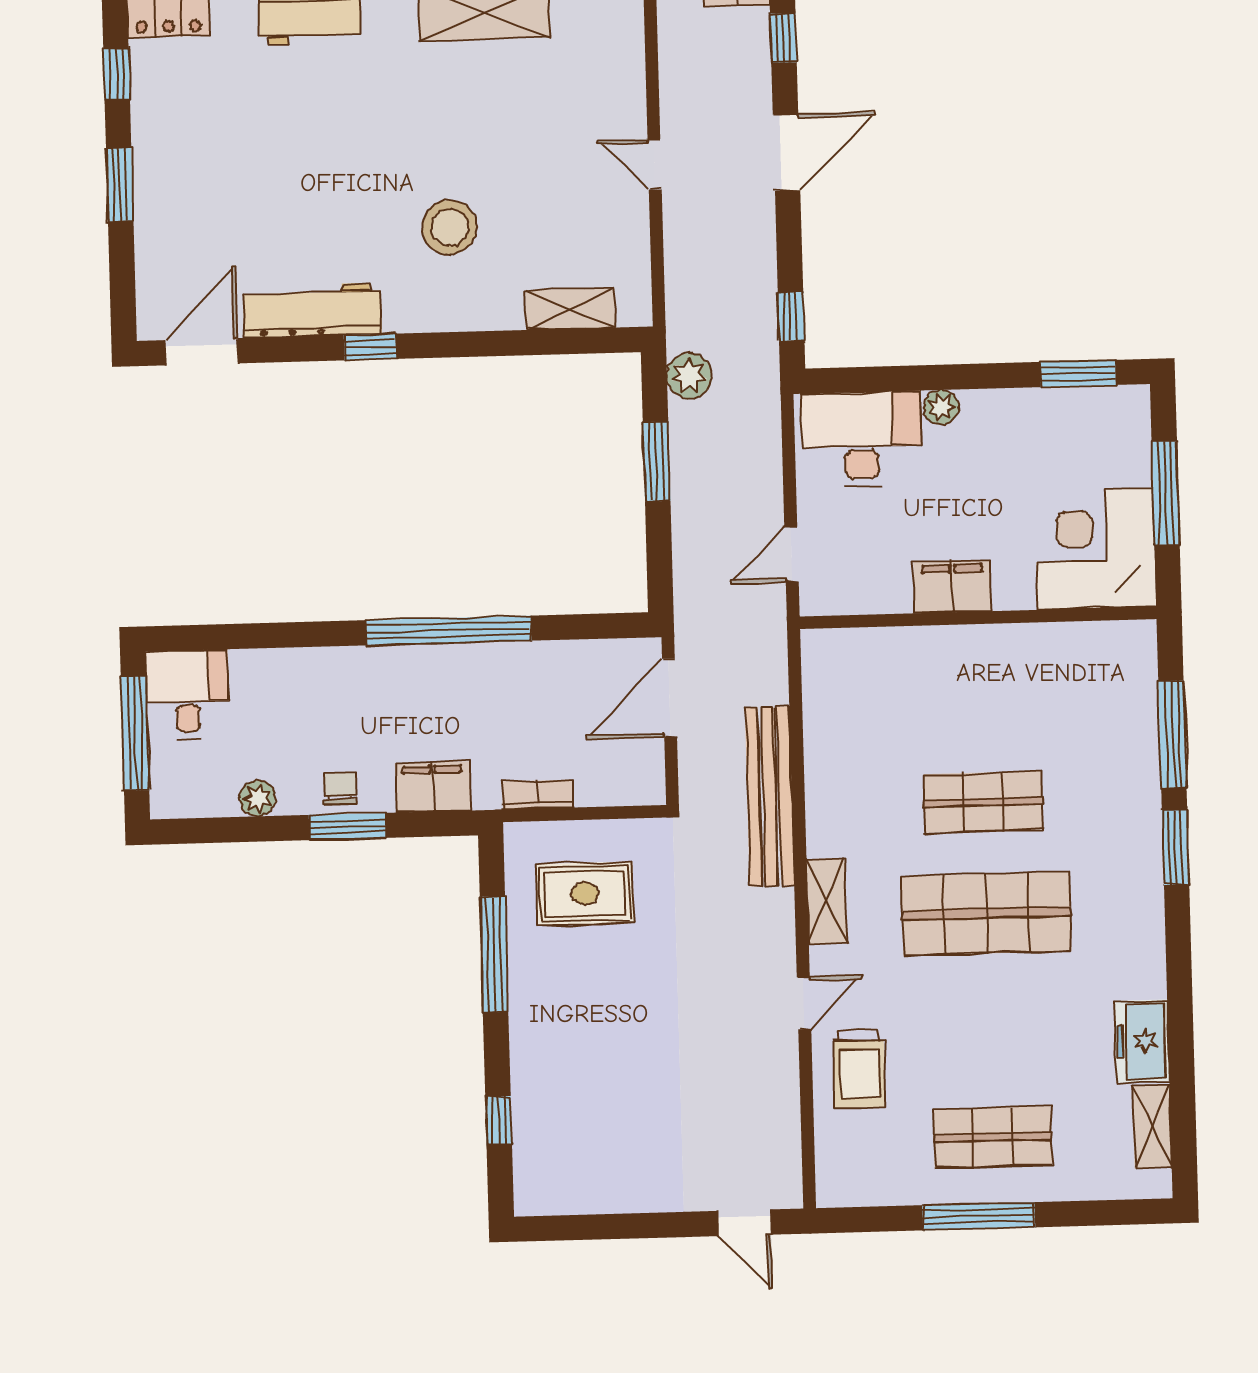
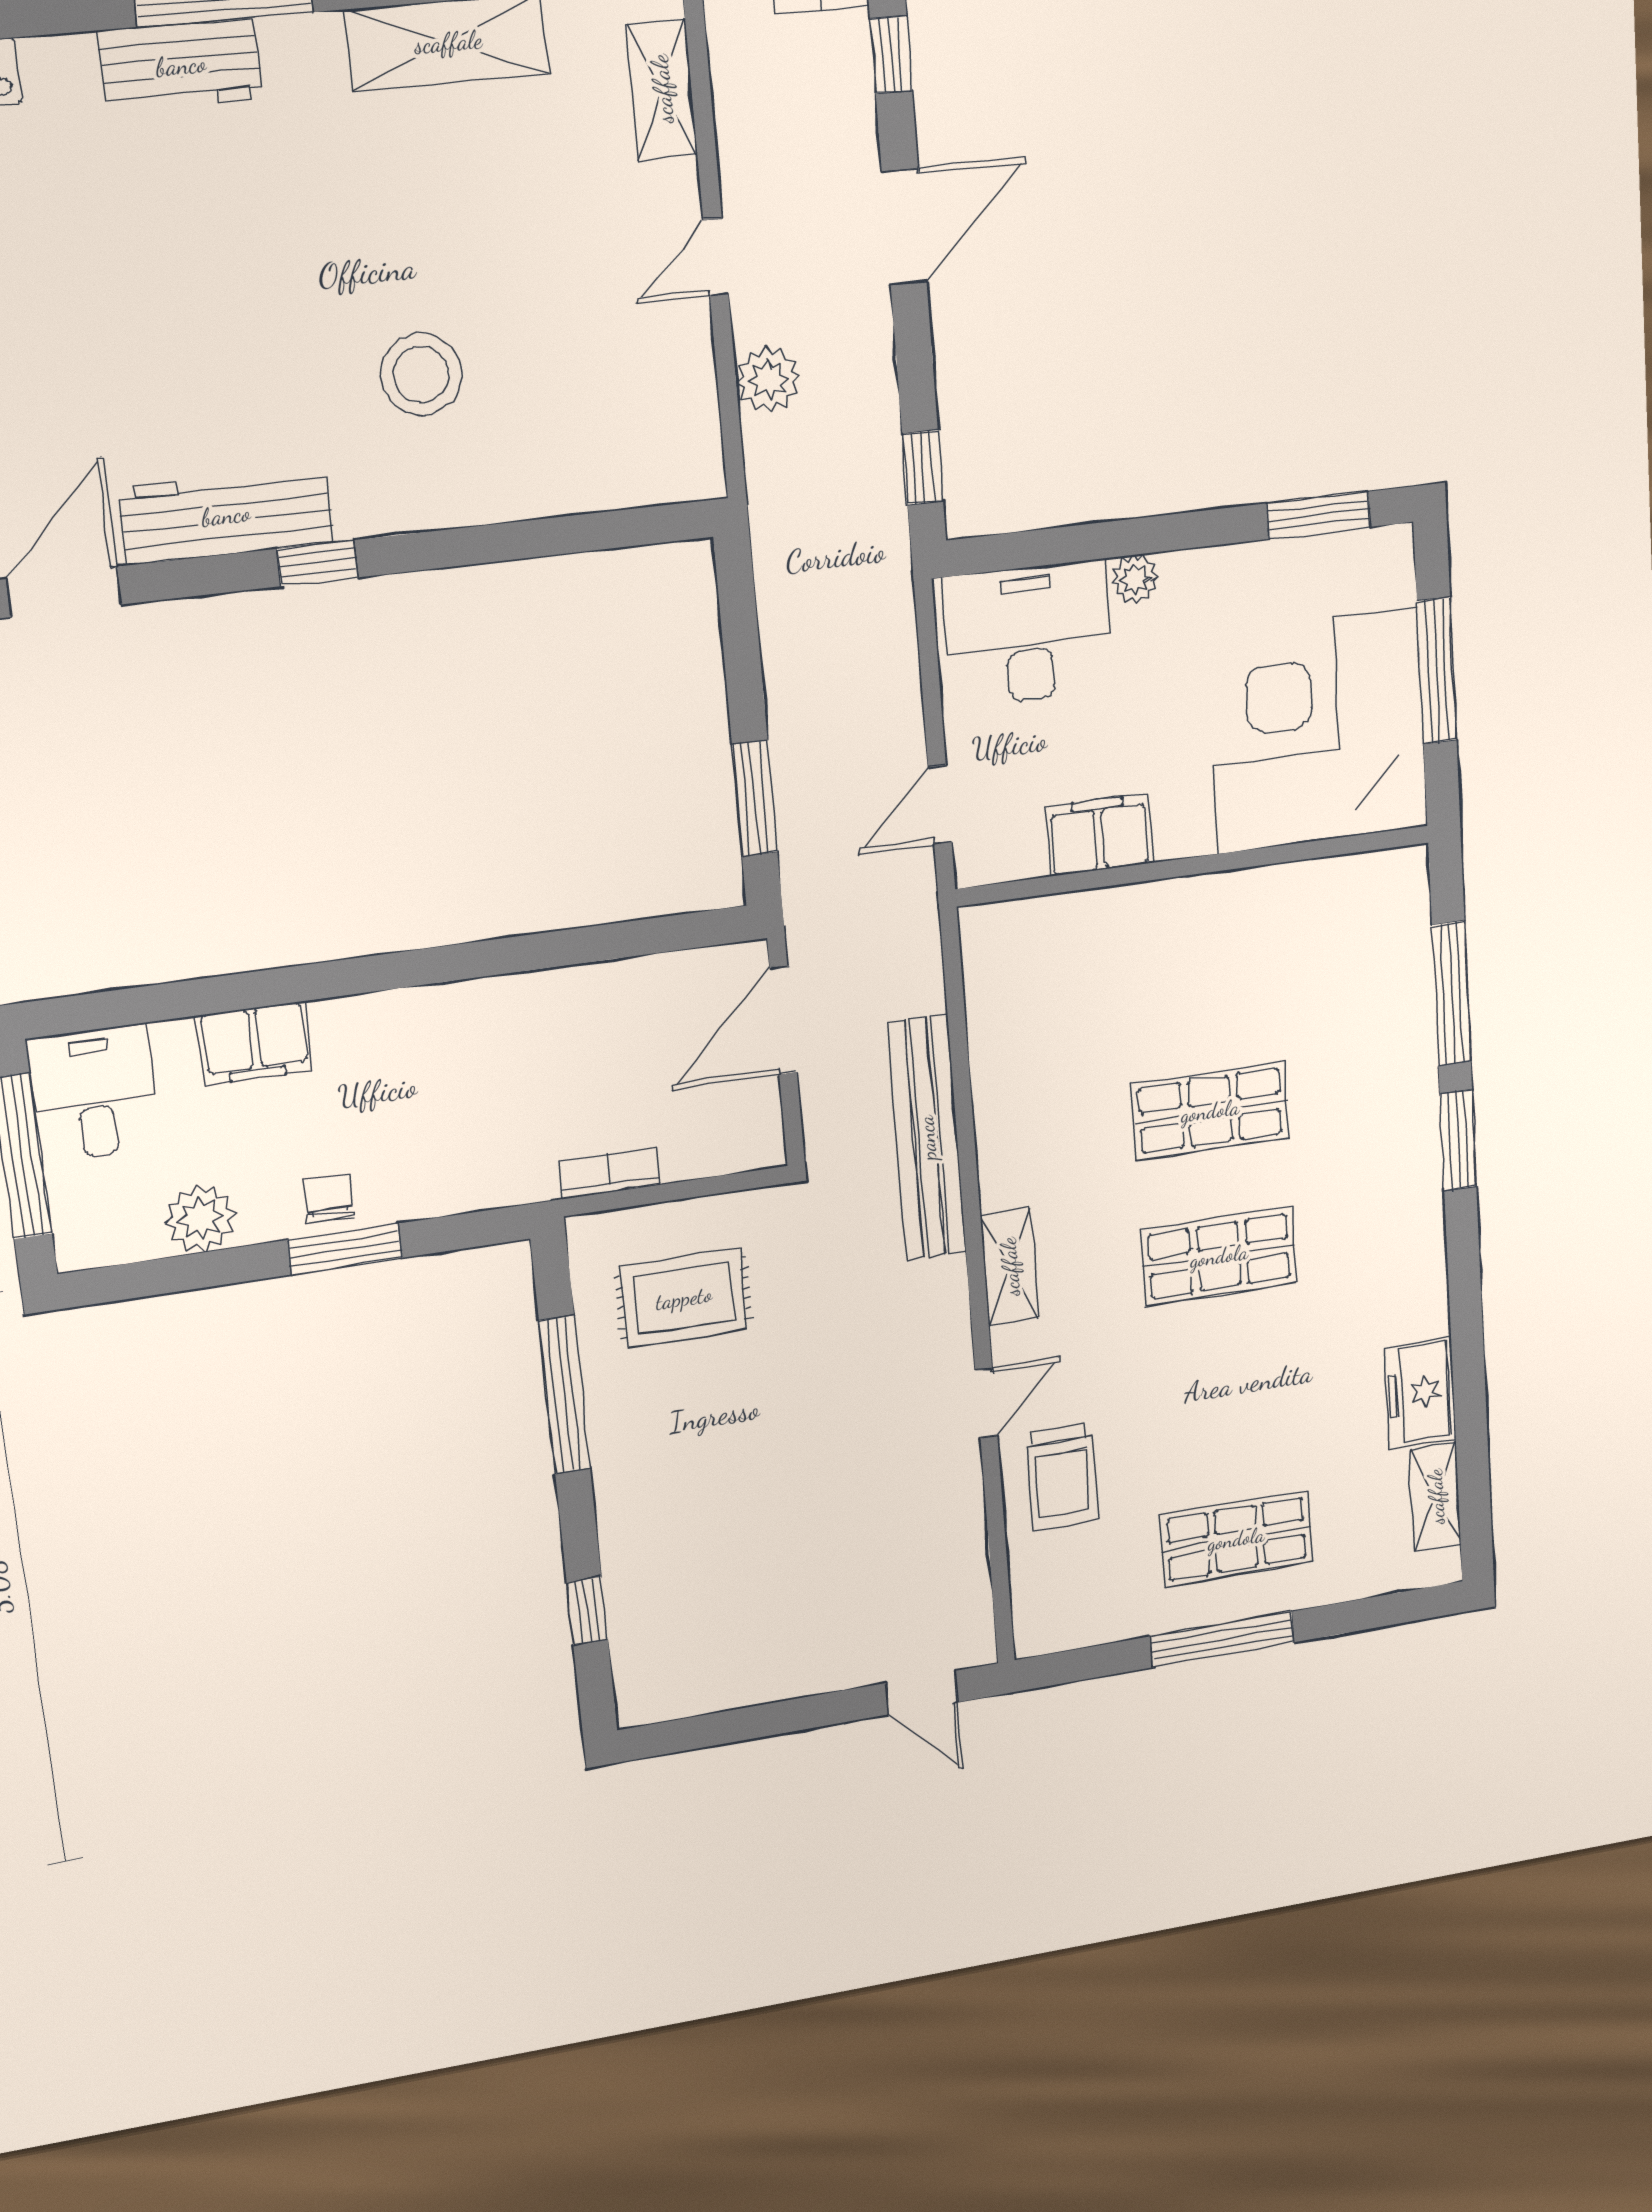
door: (655, 164) -> (716, 257), hinge flipped
shelving: (570, 309) -> (662, 89), moved, turned 90
plant: (689, 376) -> (768, 380), moved
window: (657, 462) -> (755, 798), moved
corner desk: (1095, 549) -> (1317, 730), width x1.36, depth x1.36
filing cabinet: (952, 587) -> (1099, 835), moved
window: (449, 630) -> (467, 961), removed
filing cabinet: (433, 787) -> (254, 1043), moved, turned 180
plant: (258, 799) -> (201, 1218), width x1.38, depth x1.38
shop shelf: (986, 914) -> (1219, 1256), width x0.70, depth x0.74

